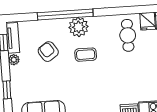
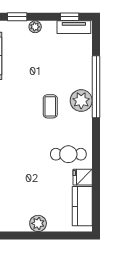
armchair: (48, 52) -> (56, 65), removed
plant: (14, 60) -> (35, 27), moved

